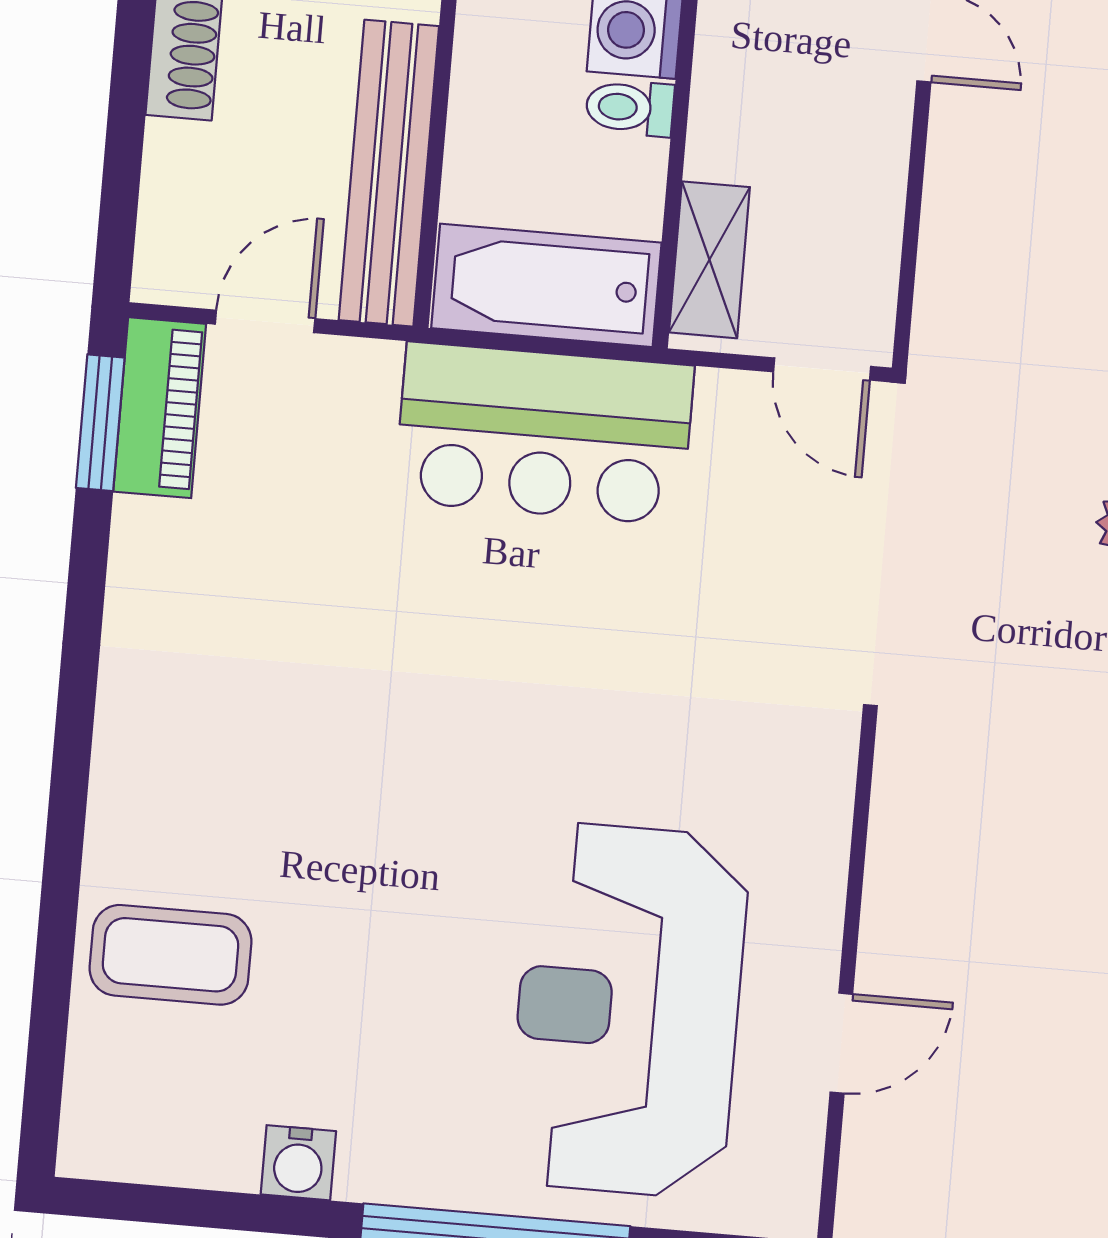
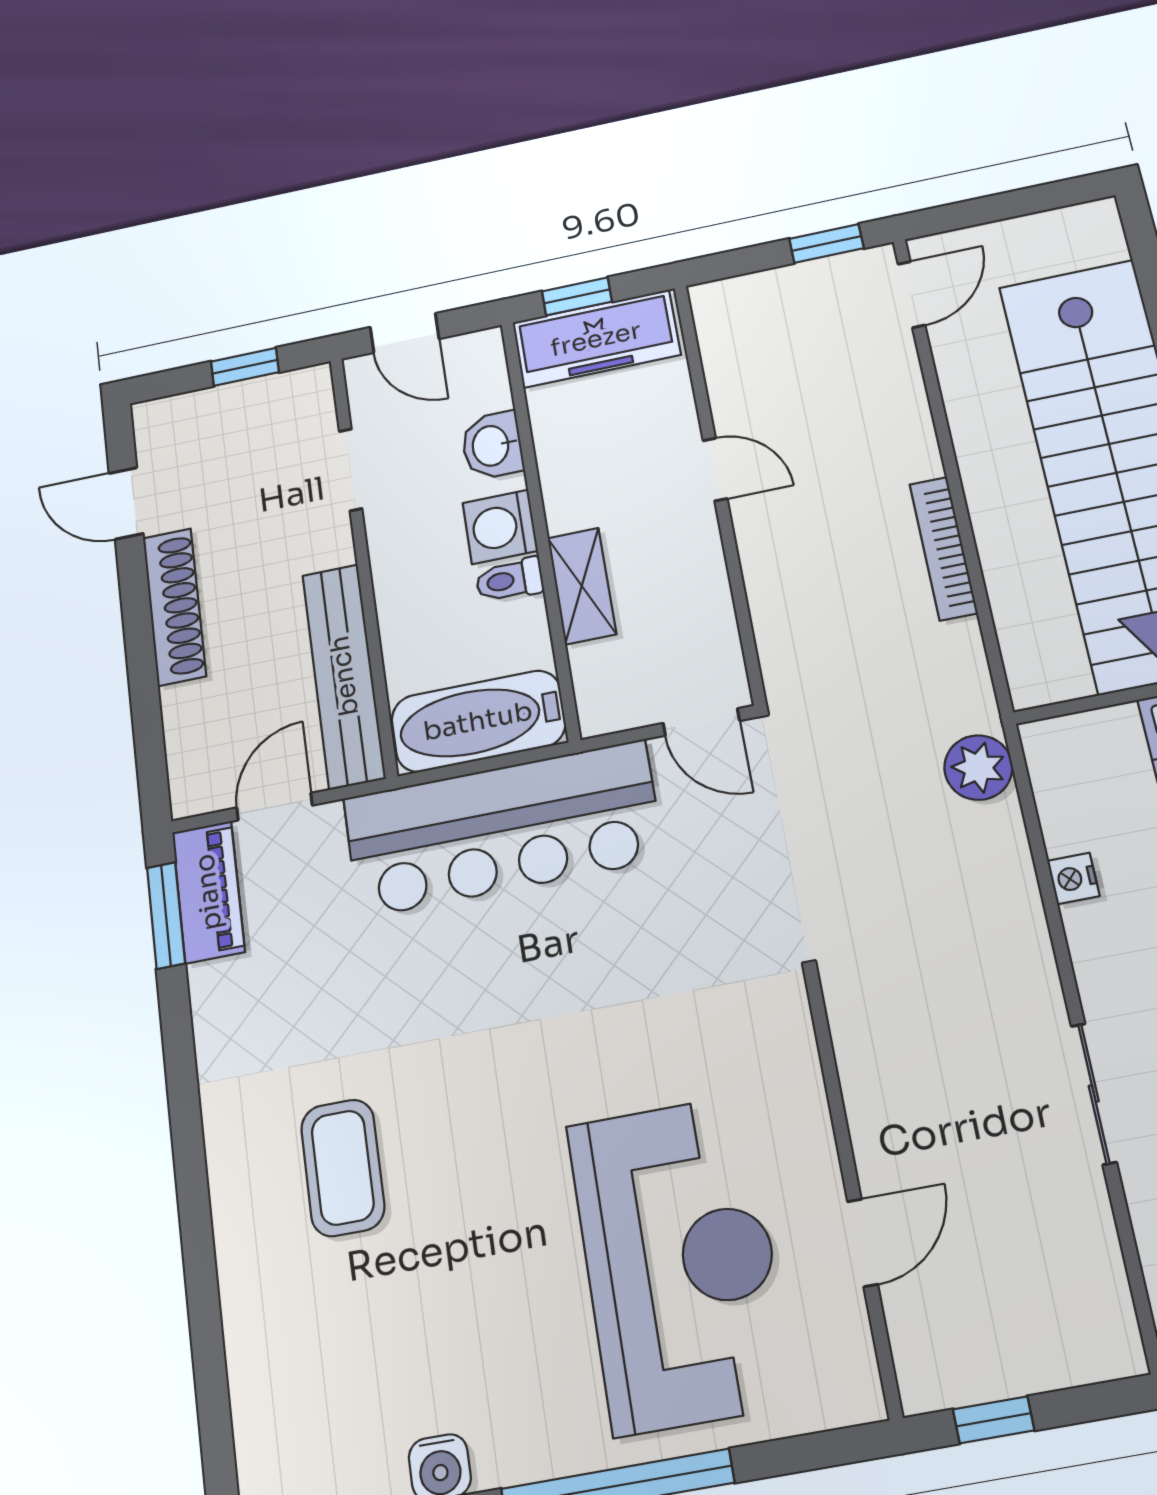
shelving: (709, 260) -> (582, 586), moved
bar counter: (544, 433) -> (502, 829), width x1.36
coffee table: (170, 955) -> (343, 1168), moved, turned 90
reception desk: (628, 1010) -> (680, 1263), turned 180

